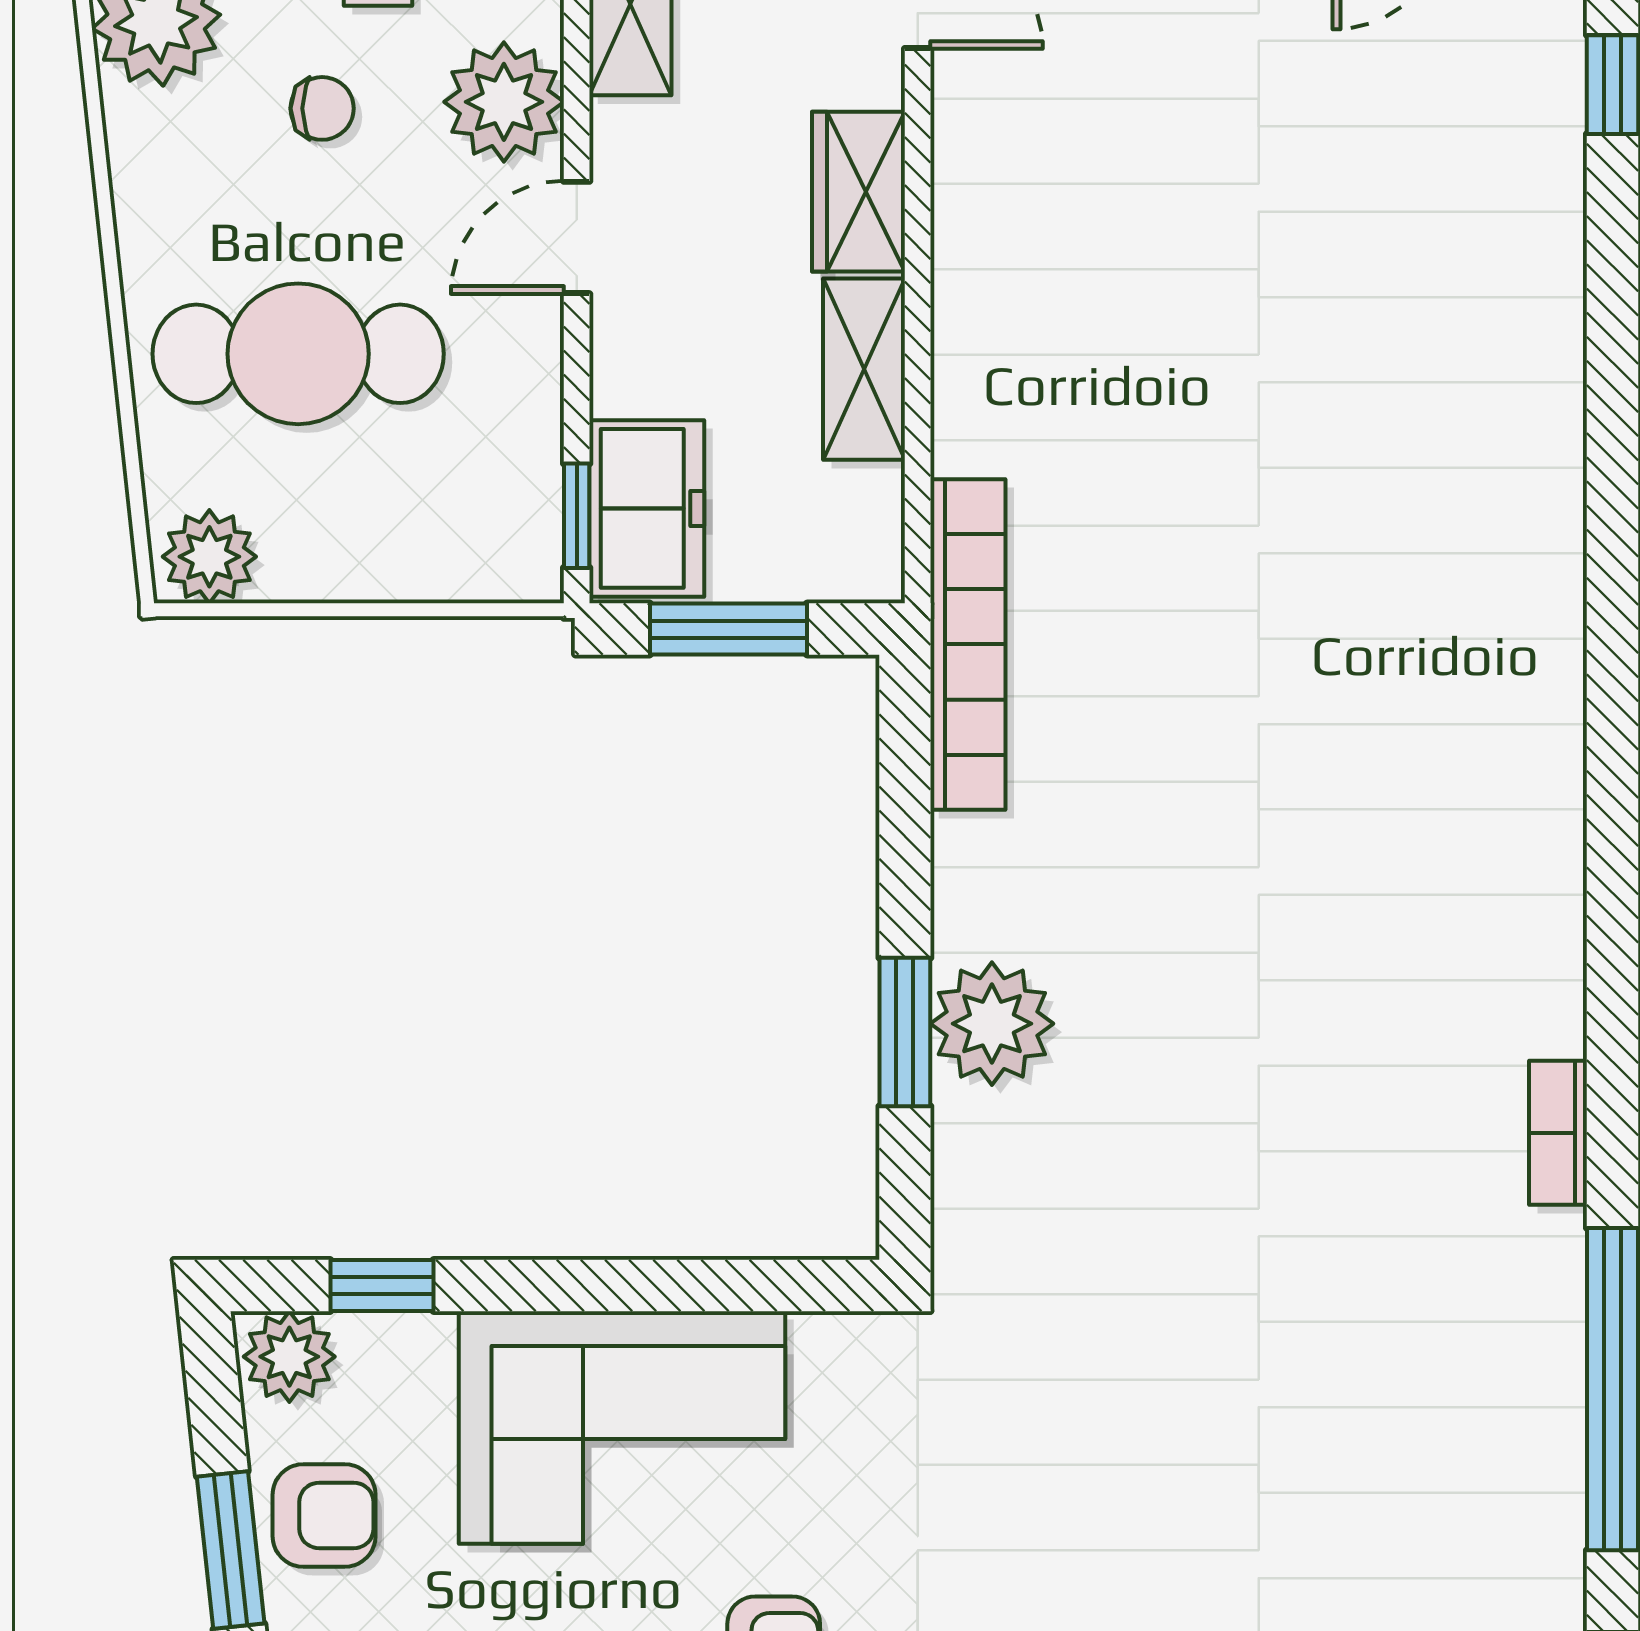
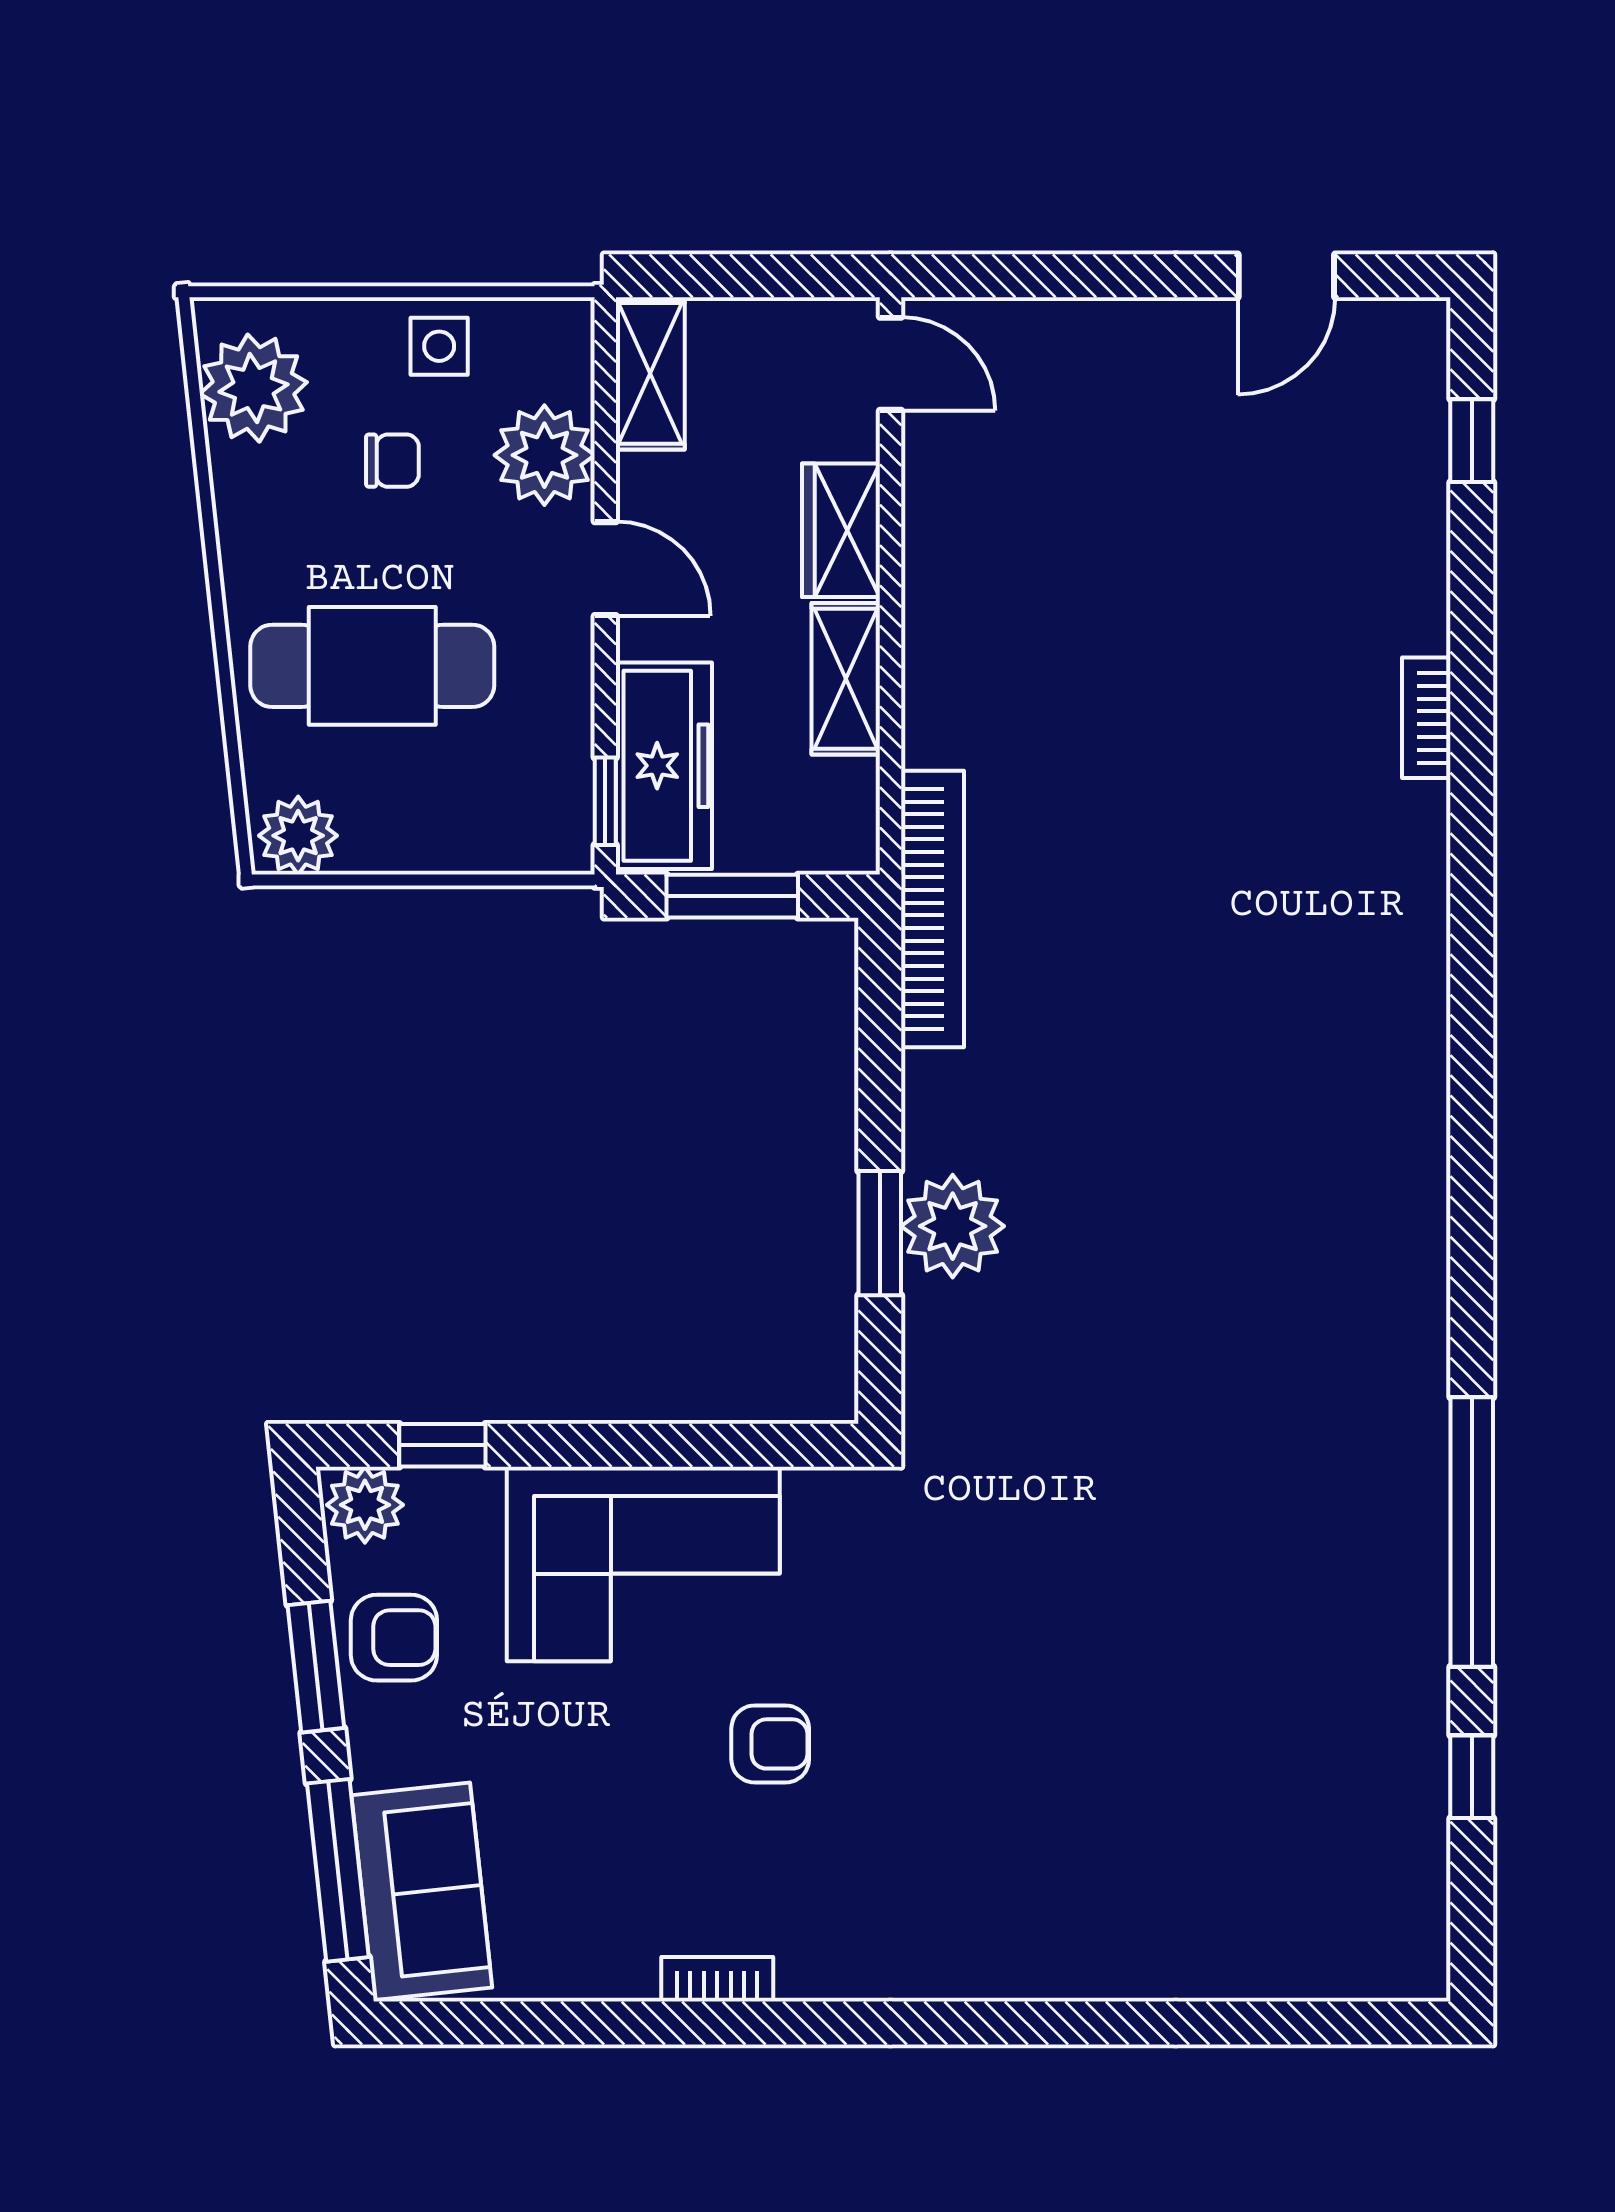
door: (577, 237) -> (605, 569), swing flipped
freezer: (647, 508) -> (664, 766), width x1.40
bookcase: (1558, 1133) -> (1426, 718), moved

